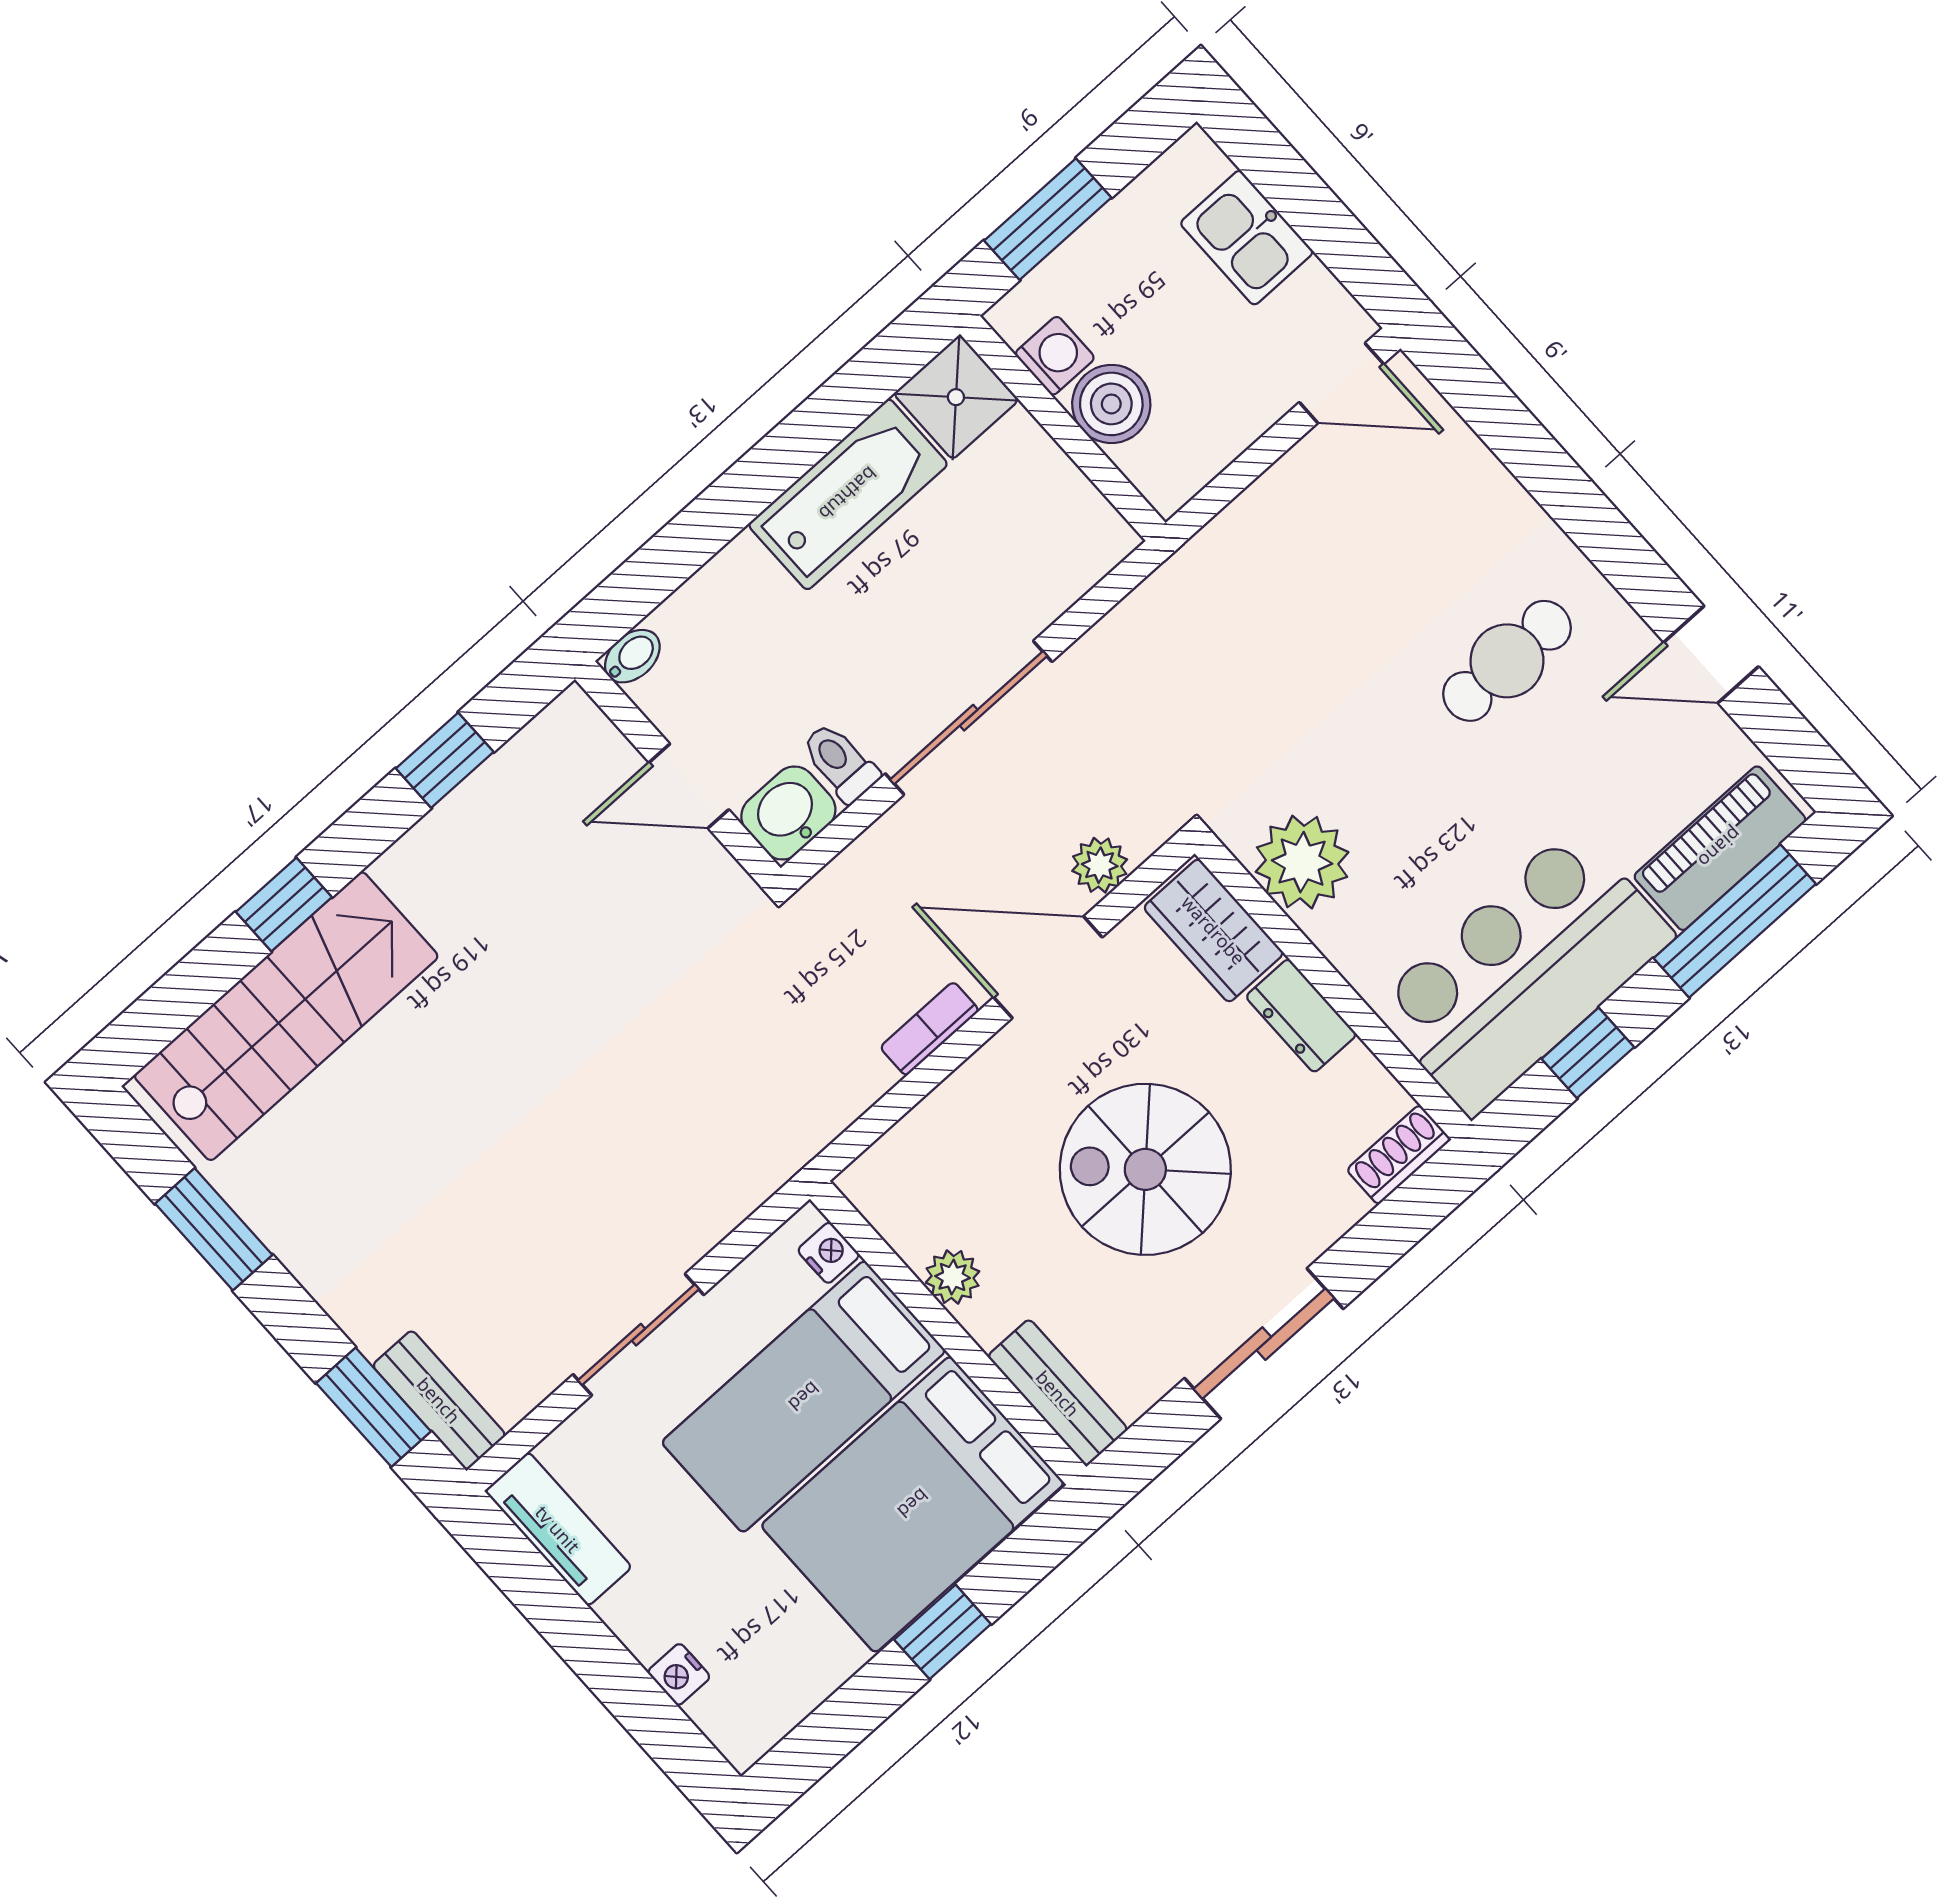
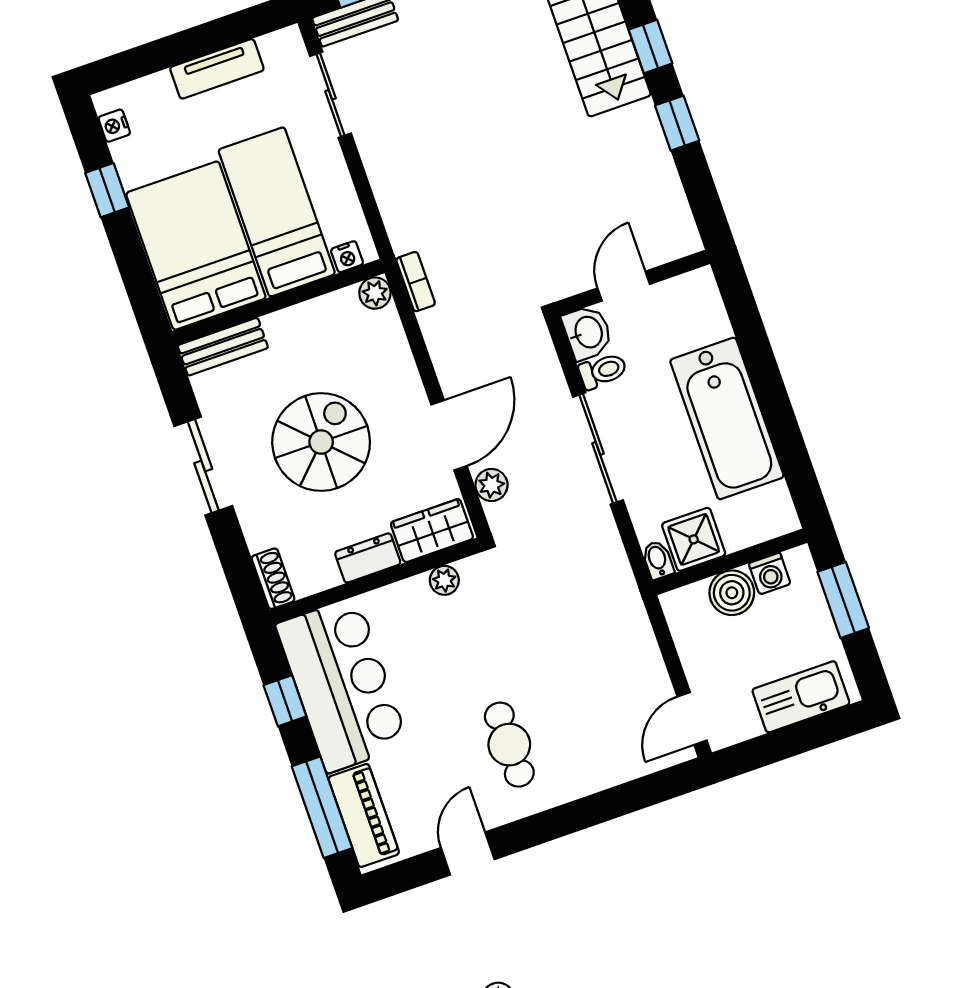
kitchen sink: (1247, 238) -> (801, 697), width x1.38
shower: (956, 397) -> (694, 539), moved
bathtub: (848, 494) -> (727, 418), width x1.36, depth x1.36
bidet: (632, 656) -> (658, 560), moved, turned 180
window: (445, 760) -> (677, 123), moved
plant: (1302, 862) -> (444, 580), width x0.53, depth x0.53
bookcase: (930, 1029) -> (416, 282), moved
plant: (953, 1277) -> (375, 293), moved
sliding door: (638, 1335) -> (331, 95), moved
tv unit: (558, 1529) -> (217, 69), moved
window: (943, 1632) -> (107, 190), moved
nightstand: (679, 1674) -> (114, 126), moved, turned -90

